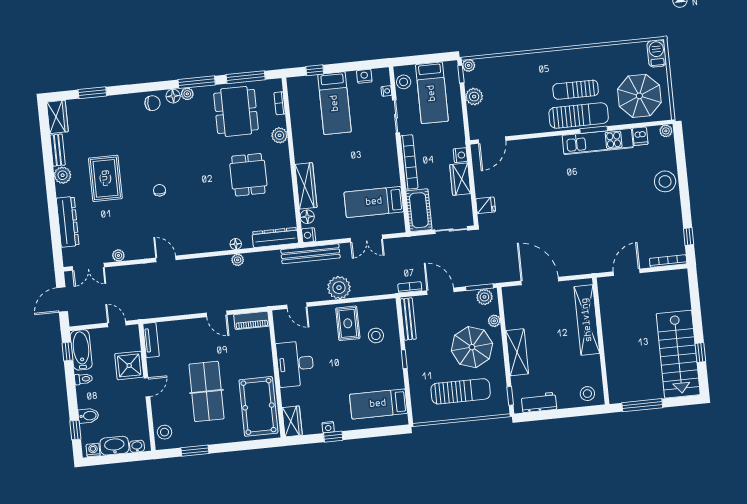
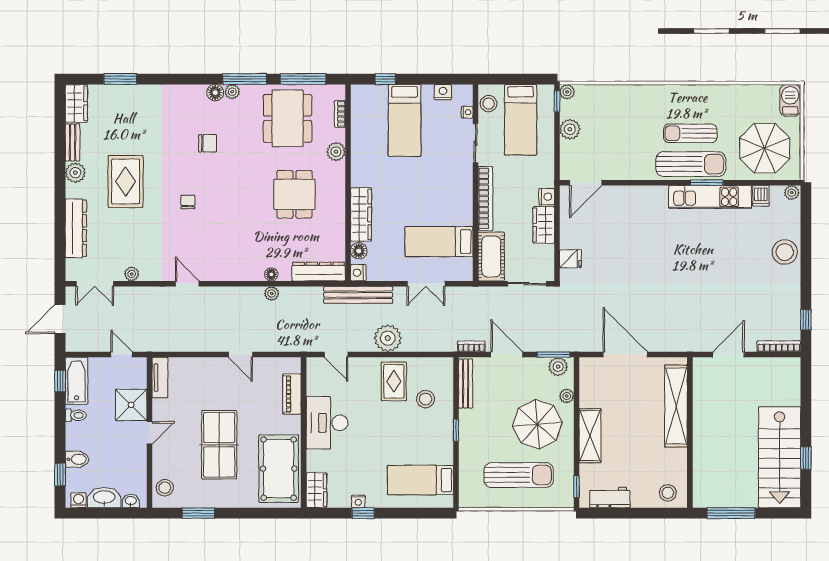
chair: (152, 103) -> (208, 143), moved
piano: (251, 320) -> (292, 394), moved, turned 90

